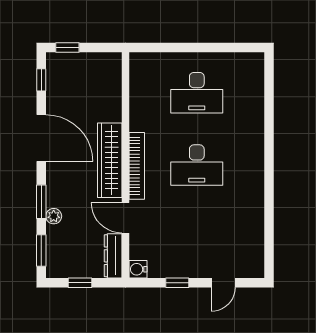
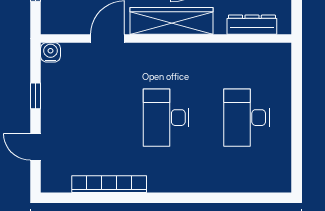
bookcase: (137, 166) -> (109, 184), moved, turned 180
dresser: (113, 256) -> (252, 25), moved

